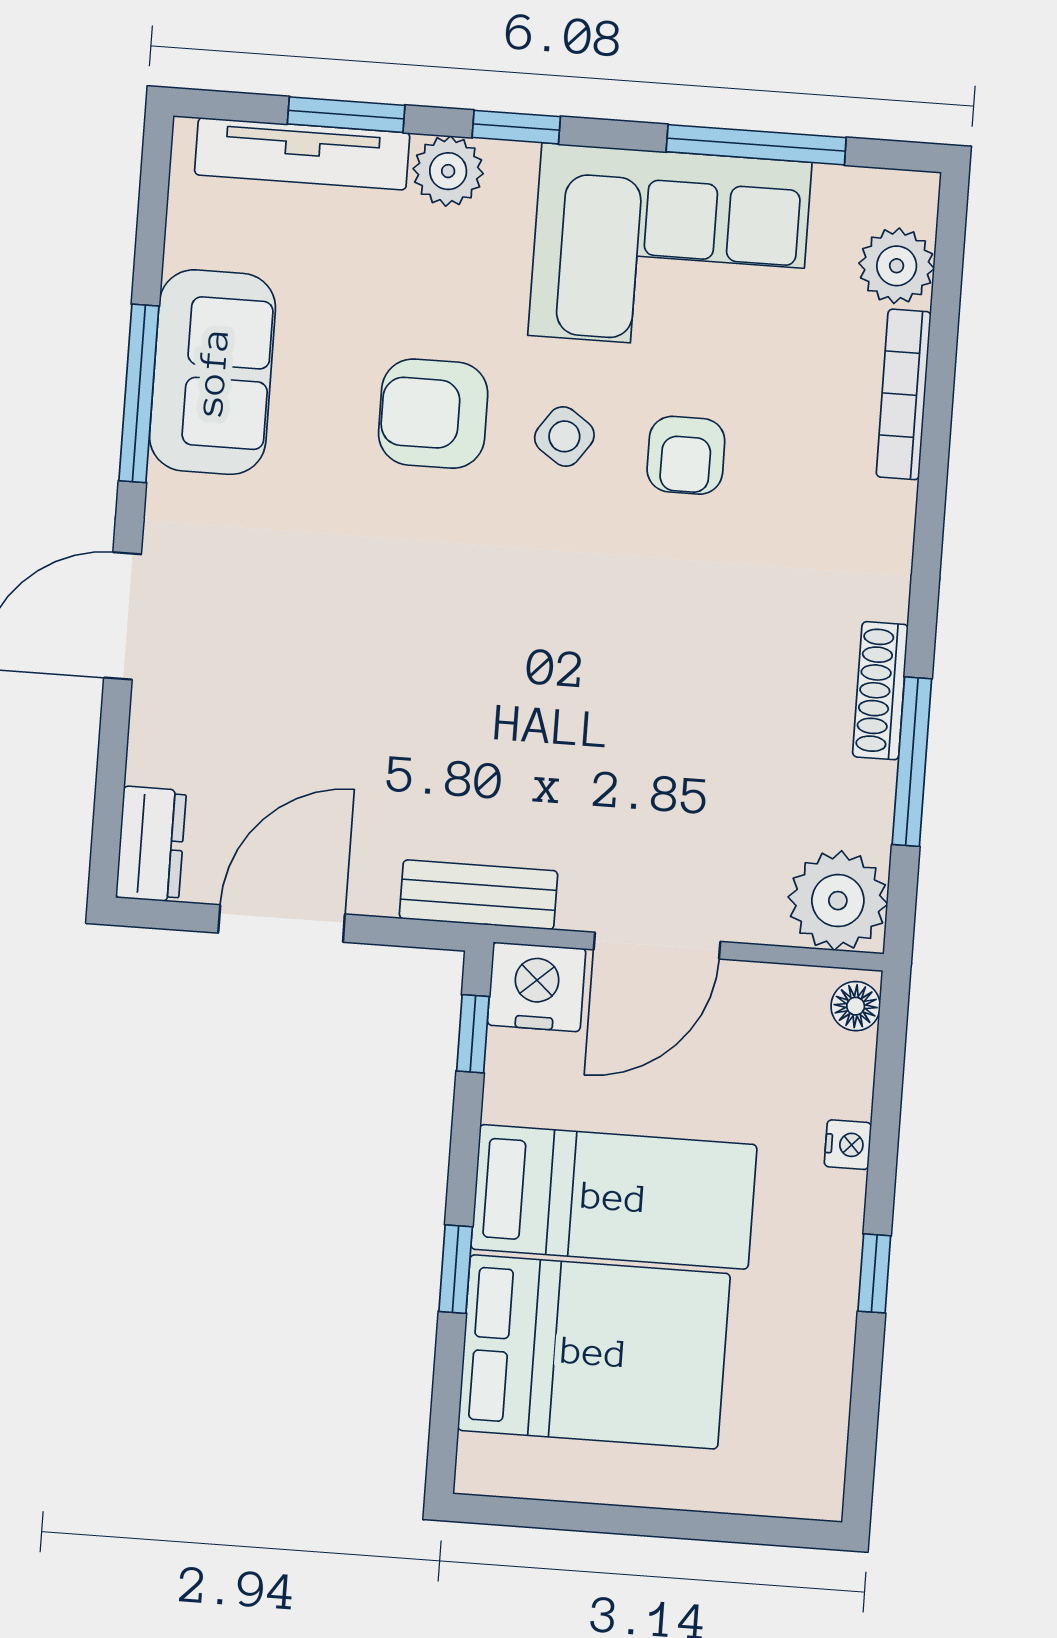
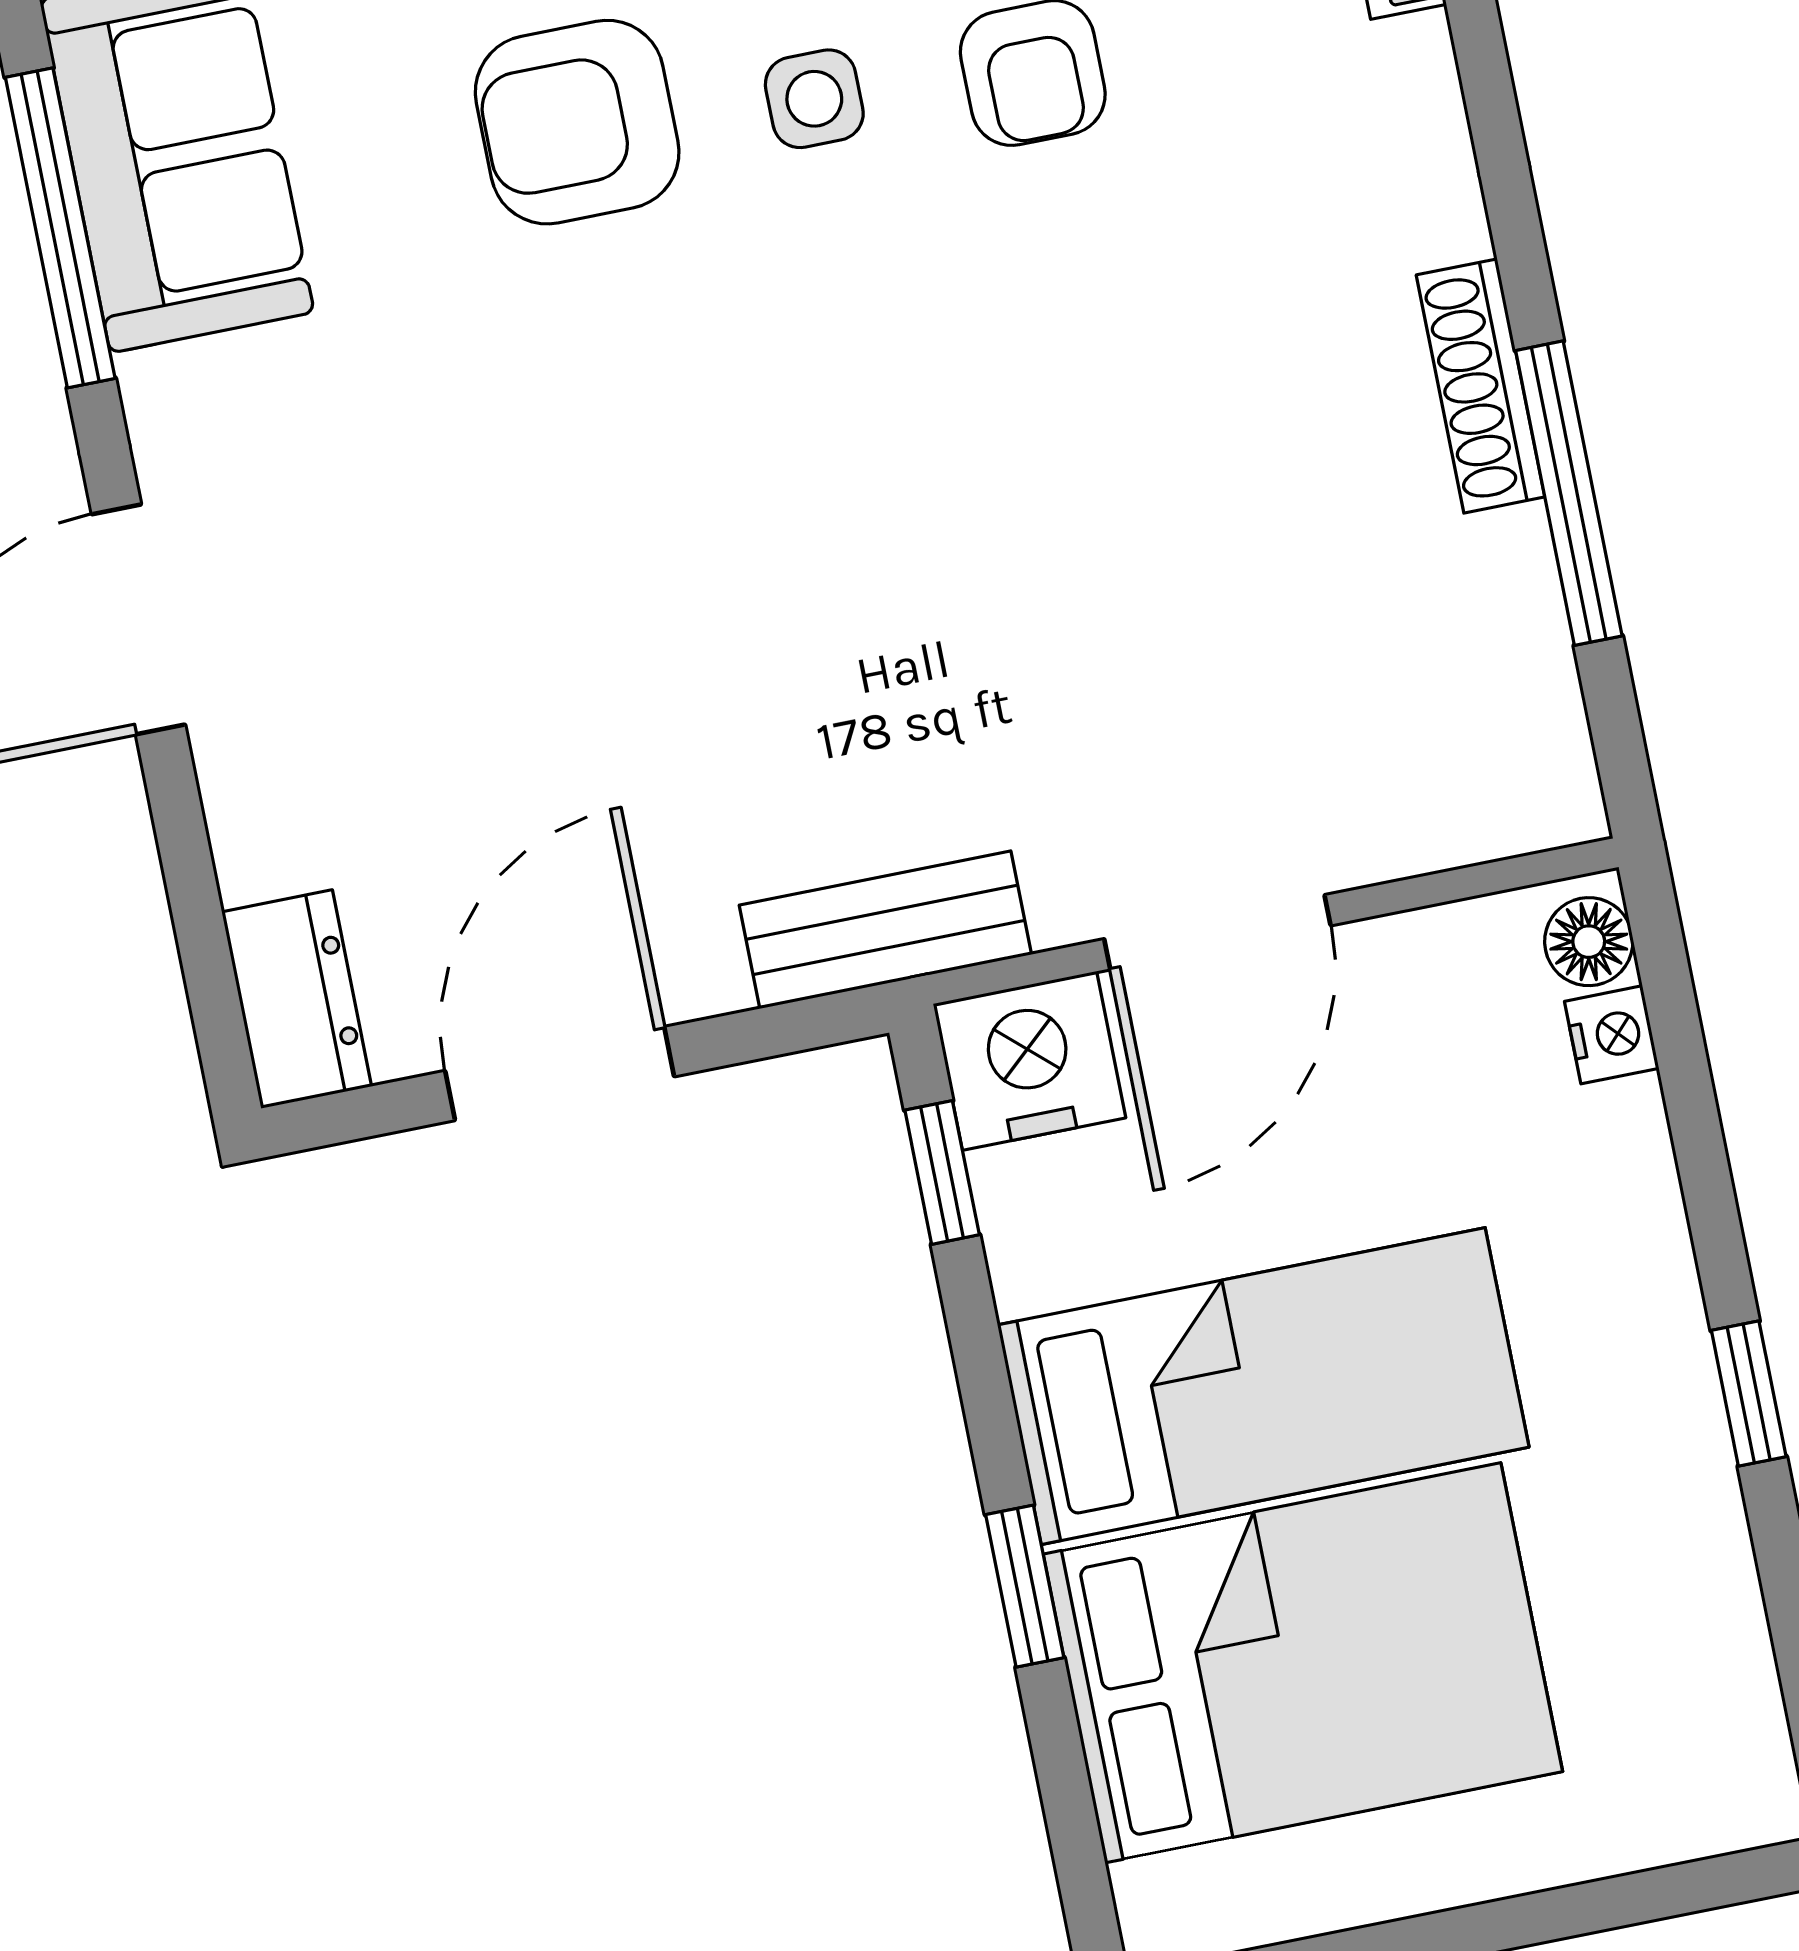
side table: (564, 436) -> (814, 99), turned -35
plant: (838, 901) -> (1508, 768), removed
nightstand: (848, 1145) -> (1612, 1035), moved

